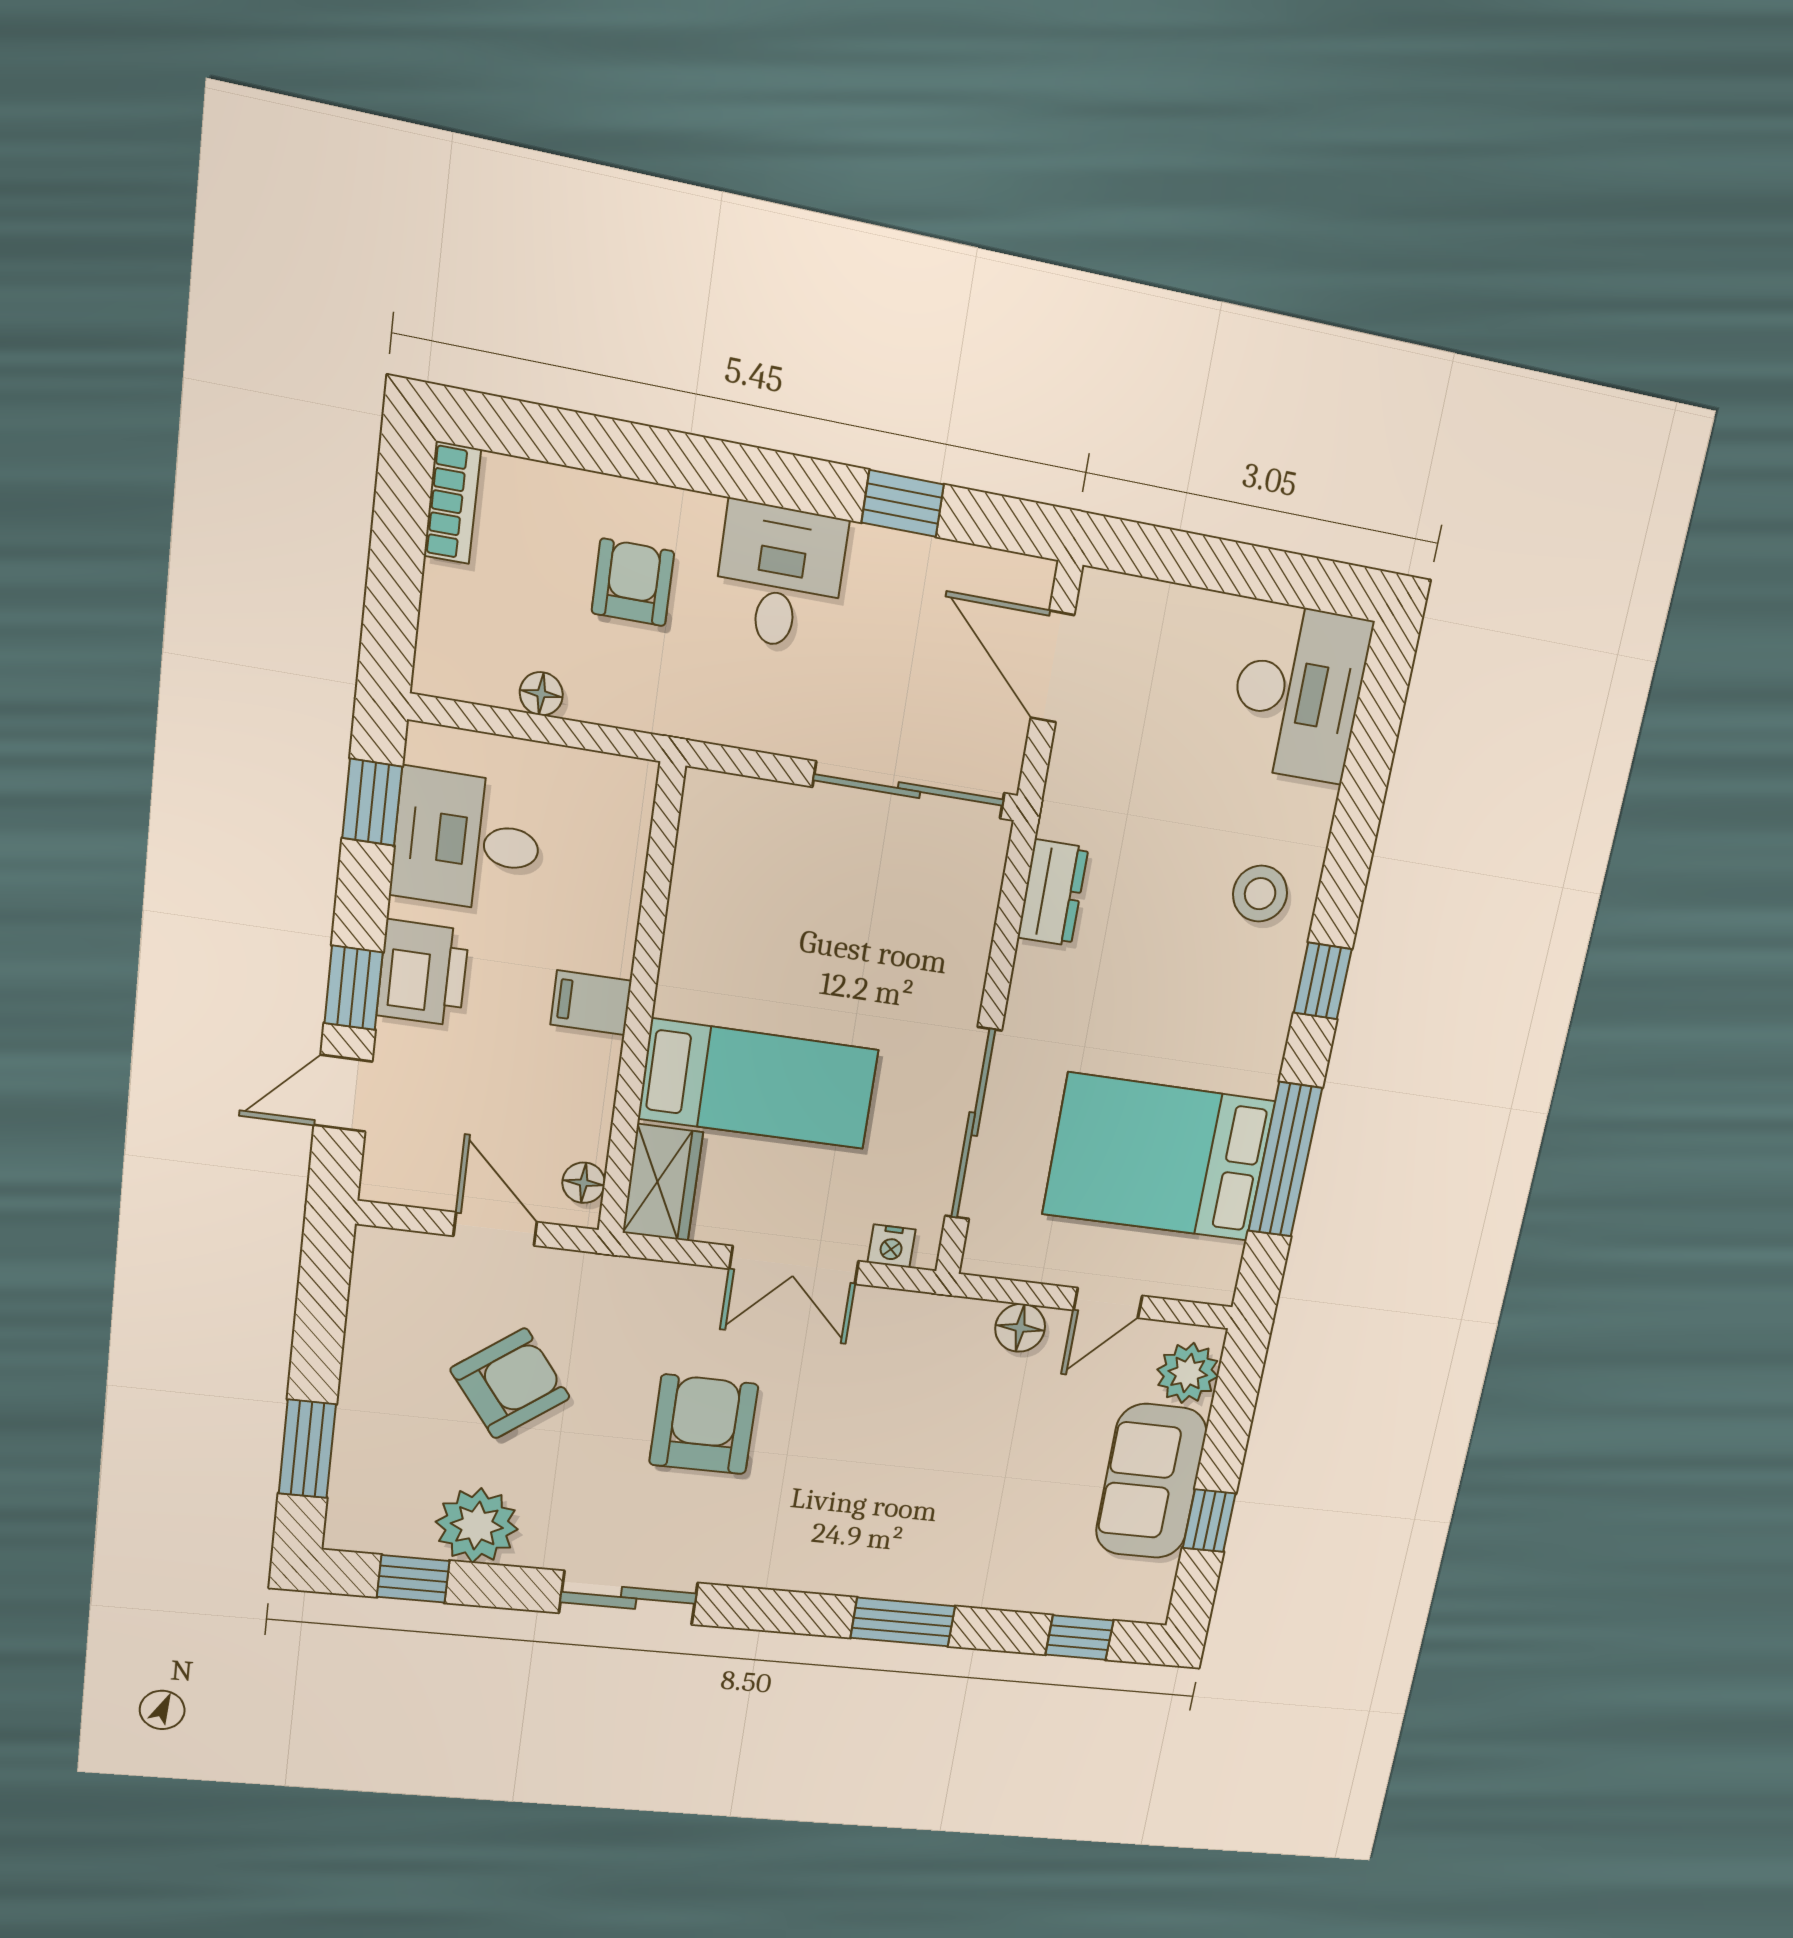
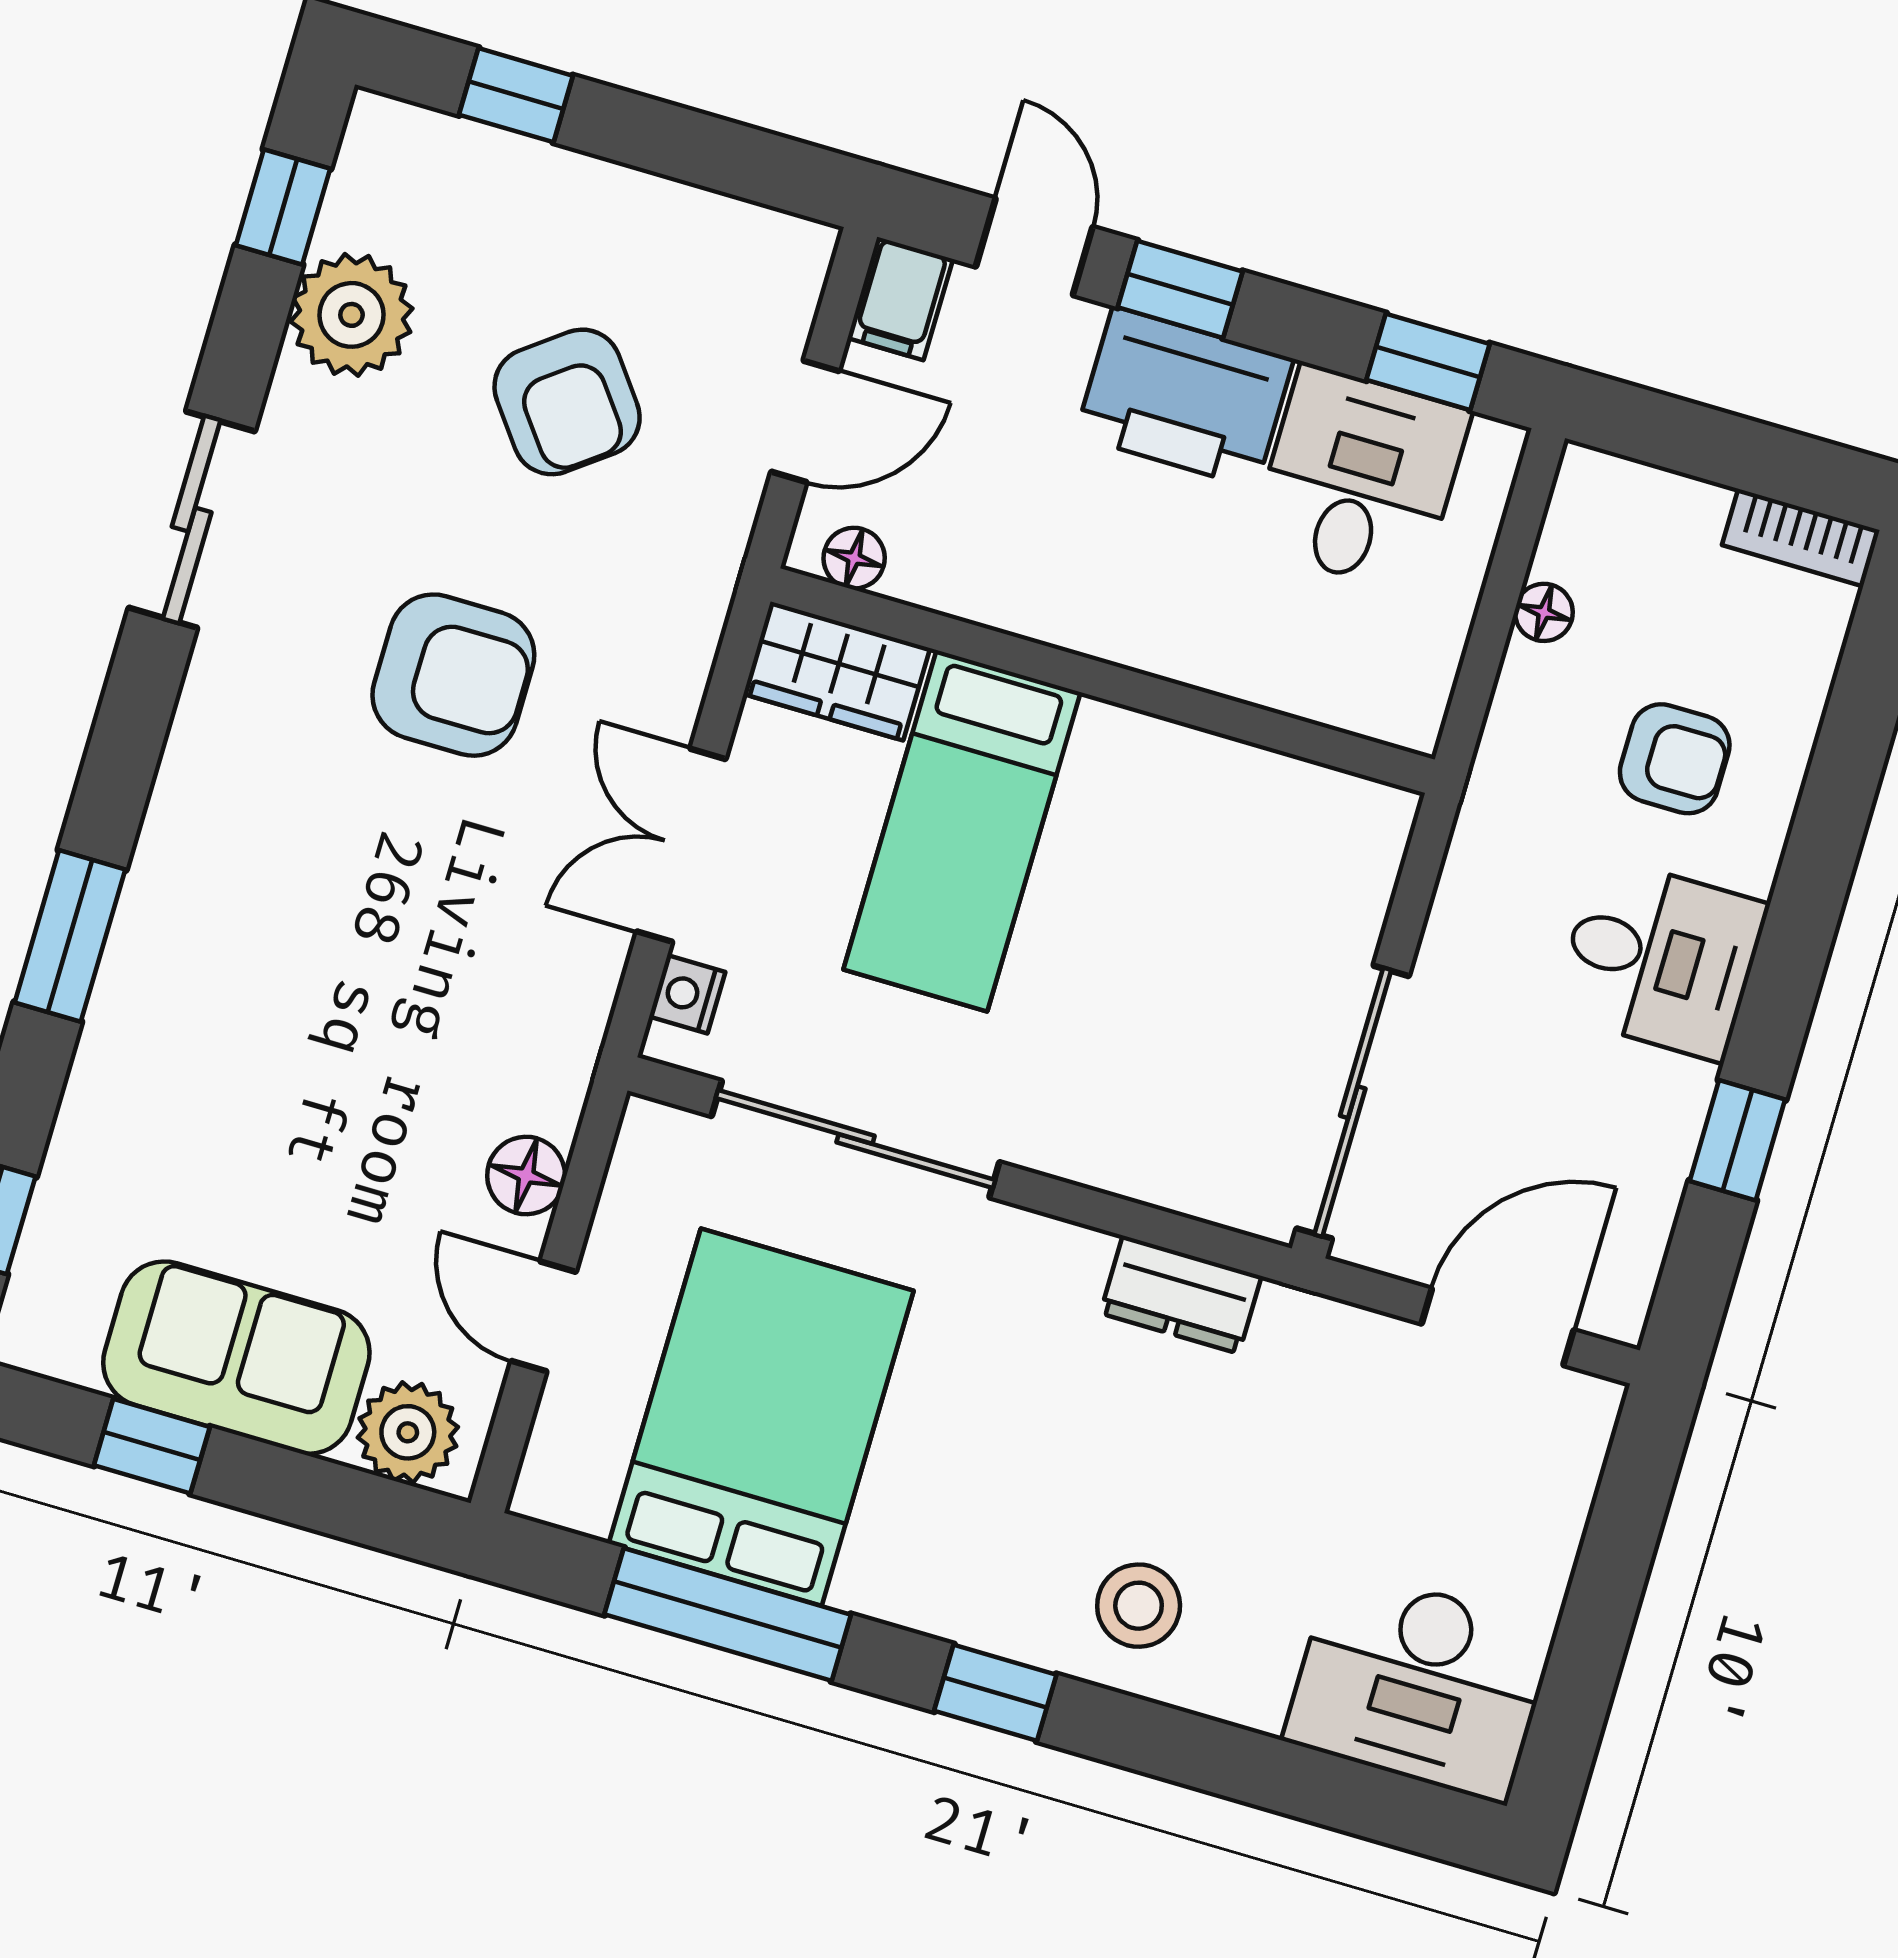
printer: (423, 973) -> (1185, 397), width x1.37, depth x1.19
filing cabinet: (591, 1003) -> (900, 299), moved, turned 180
window: (307, 1449) -> (516, 95), width x0.67

